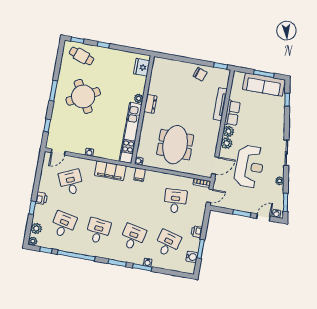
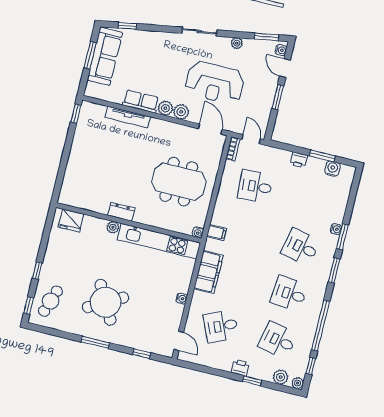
chair: (200, 74) -> (85, 142), removed
reception desk: (249, 166) -> (215, 83), turned 180
desk: (168, 243) -> (312, 200), removed

